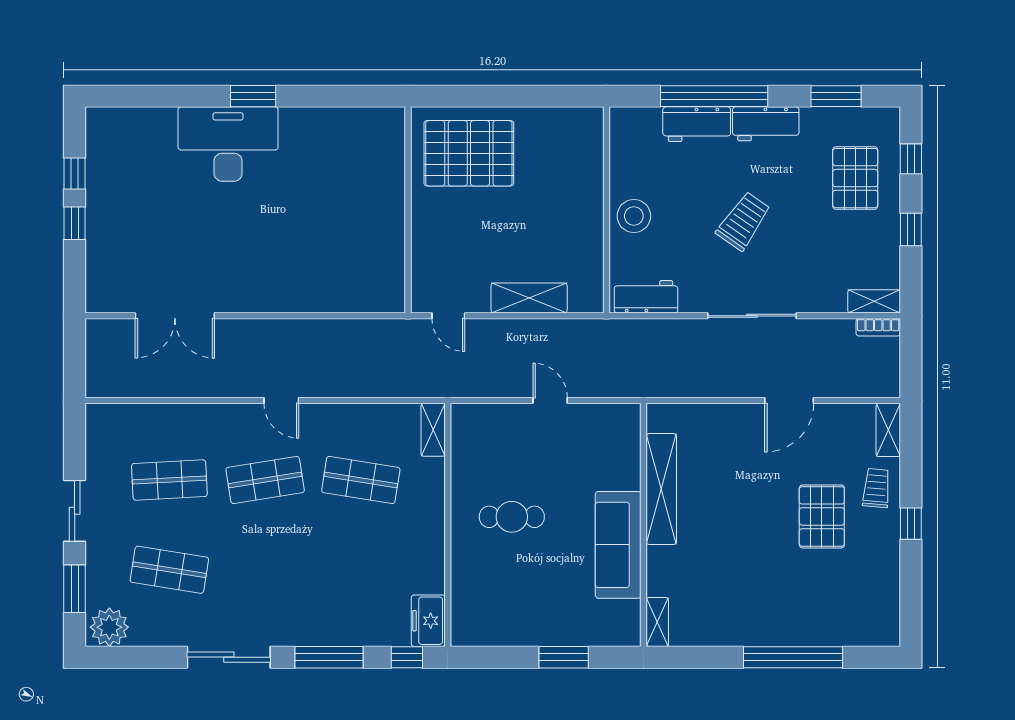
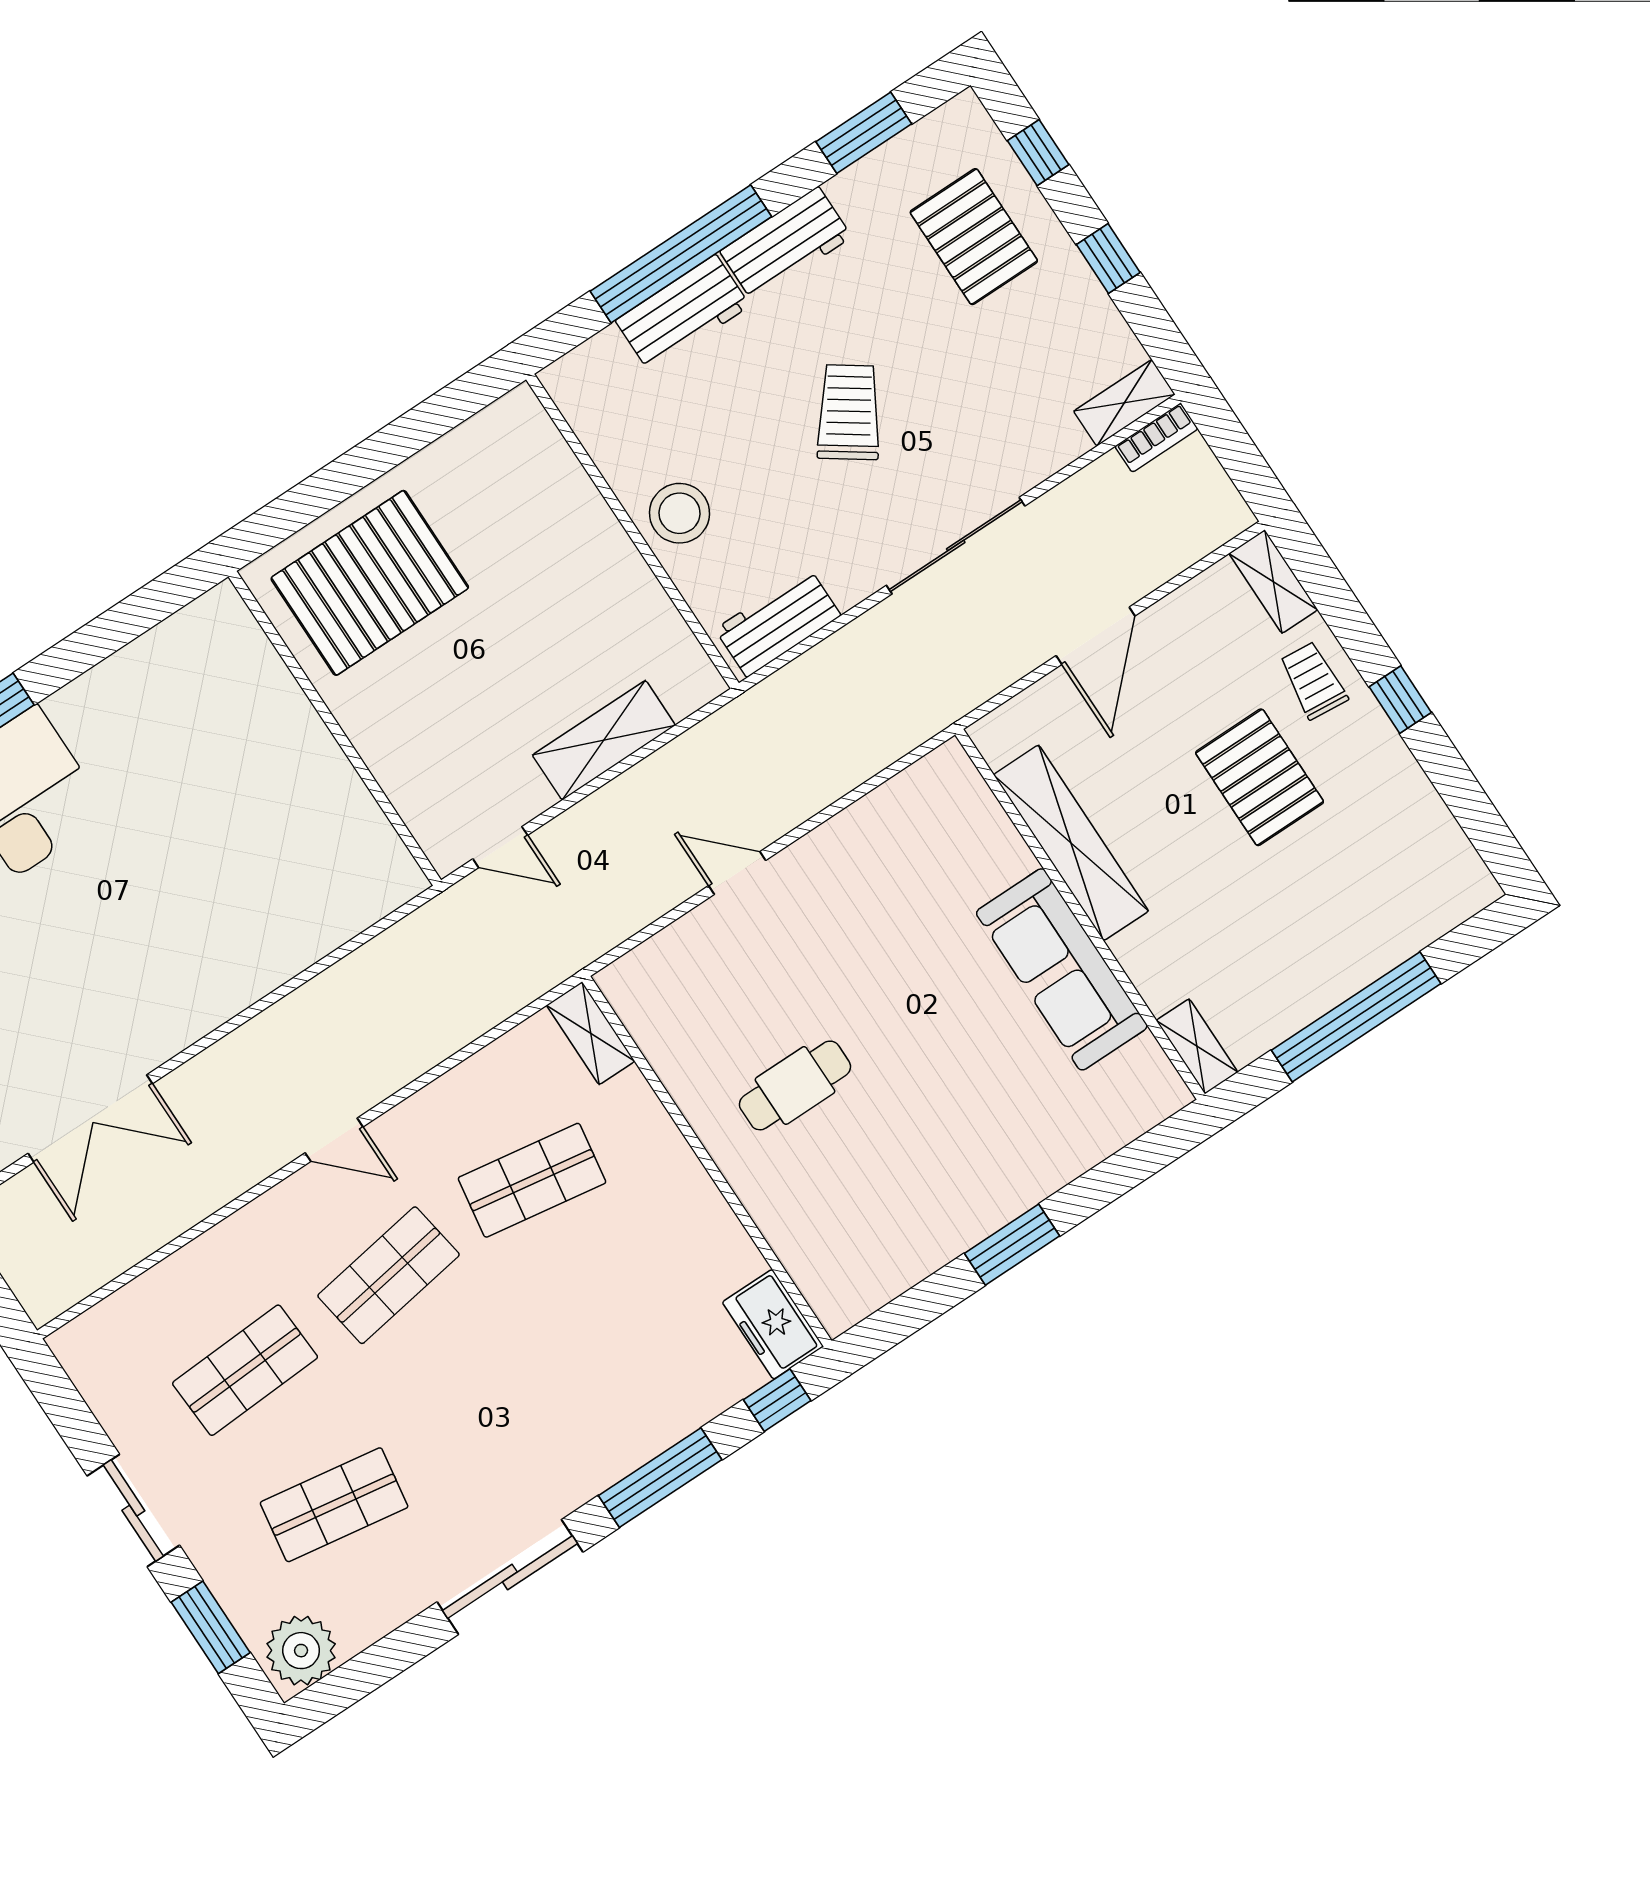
shelving: (661, 489) -> (1071, 843), moved
wall: (644, 525) -> (1080, 914), moved
sofa: (618, 545) -> (1062, 969), moved
shelving: (657, 622) -> (1197, 1046), moved

